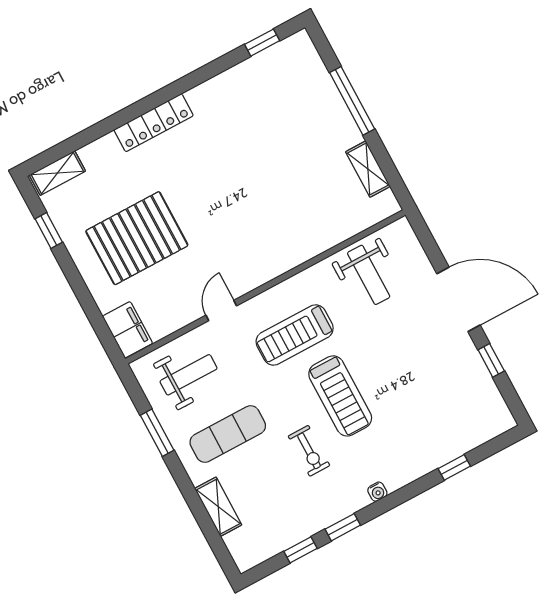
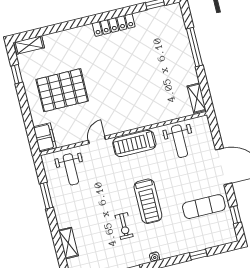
locker: (154, 123) -> (114, 25), moved
shelving: (368, 169) -> (197, 98), moved
treadmill: (295, 335) -> (134, 144), moved
window: (491, 360) -> (235, 215), moved
weight bench: (189, 375) -> (71, 169), turned 90
exercise mat: (228, 434) -> (204, 207), moved

